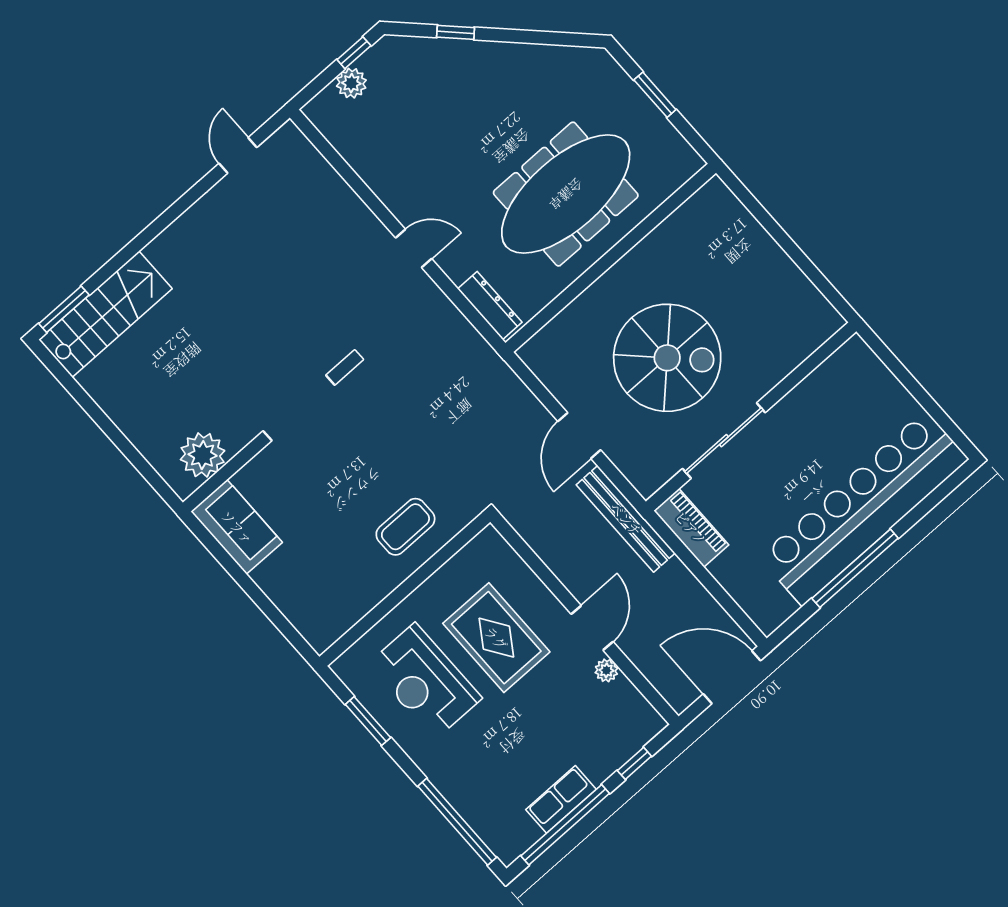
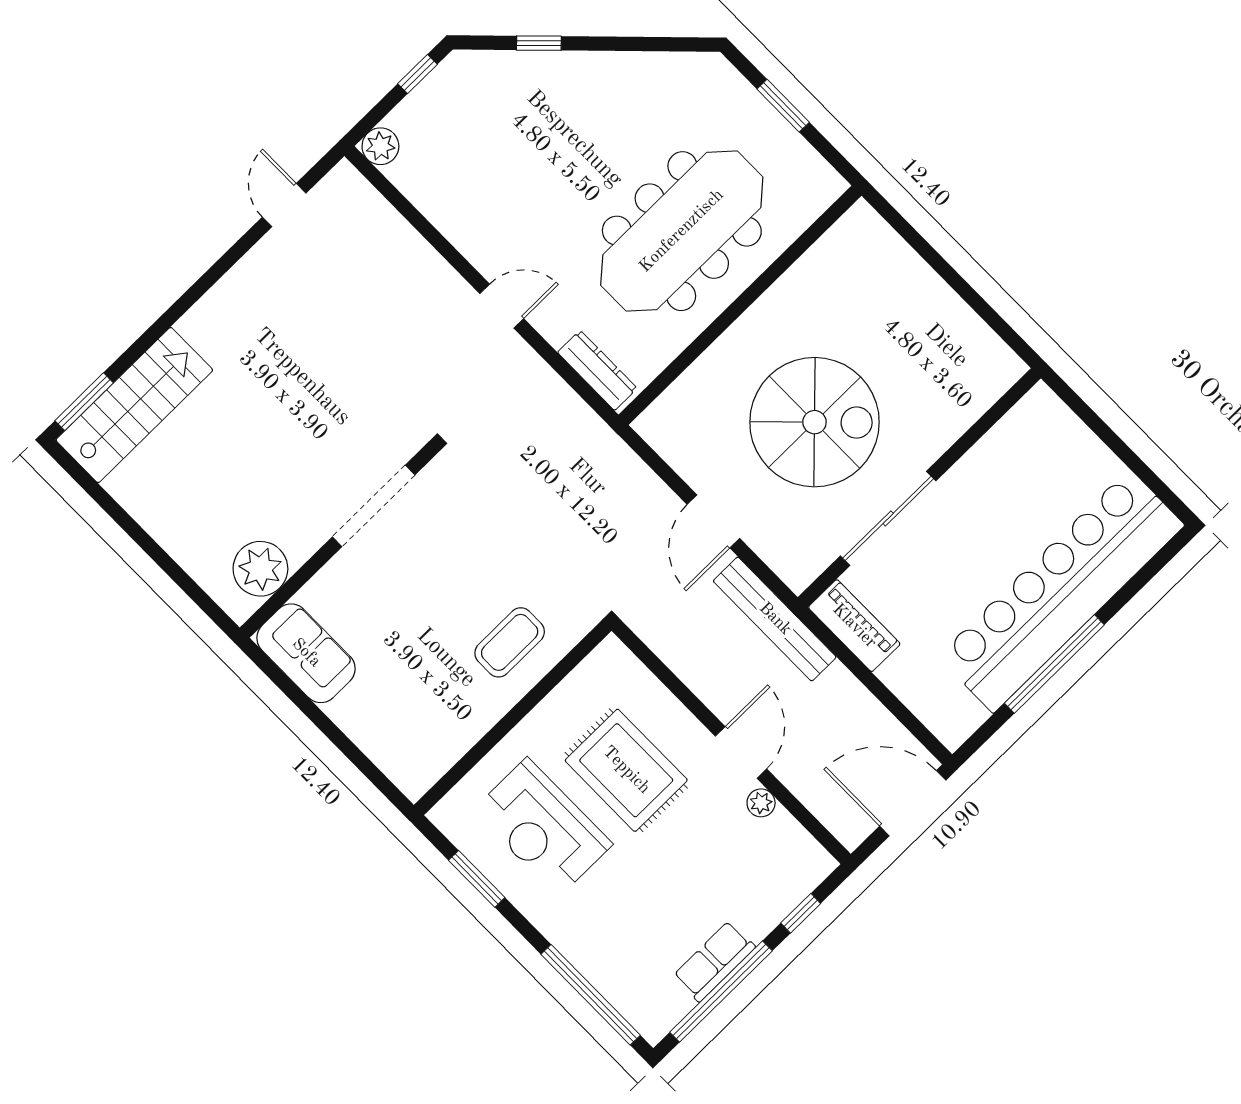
plant: (351, 83) -> (380, 146), moved

